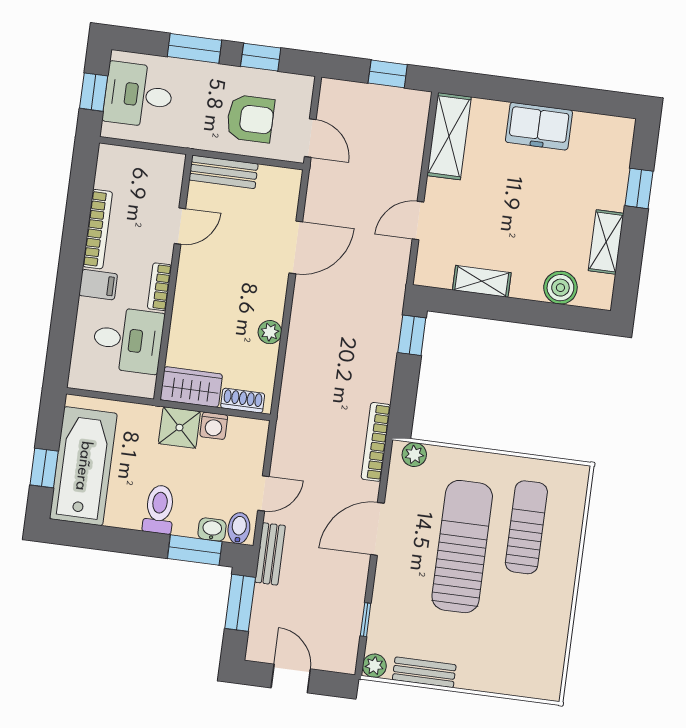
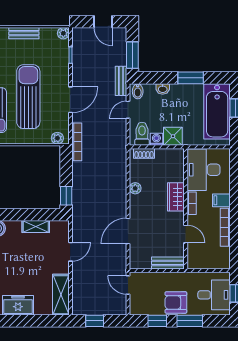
armchair: (250, 119) -> (176, 302), moved
door: (180, 226) -> (186, 234), swing flipped
desk: (128, 340) -> (203, 170), width x1.37
wardrobe: (191, 387) -> (176, 197), moved, turned 90
toilet: (159, 509) -> (142, 134), moved, turned 180
washbasin: (212, 529) -> (163, 89), moved
sun lounger: (462, 547) -> (28, 97), turned 180
window: (195, 550) -> (191, 78), moved
bench: (424, 672) -> (24, 33), moved

